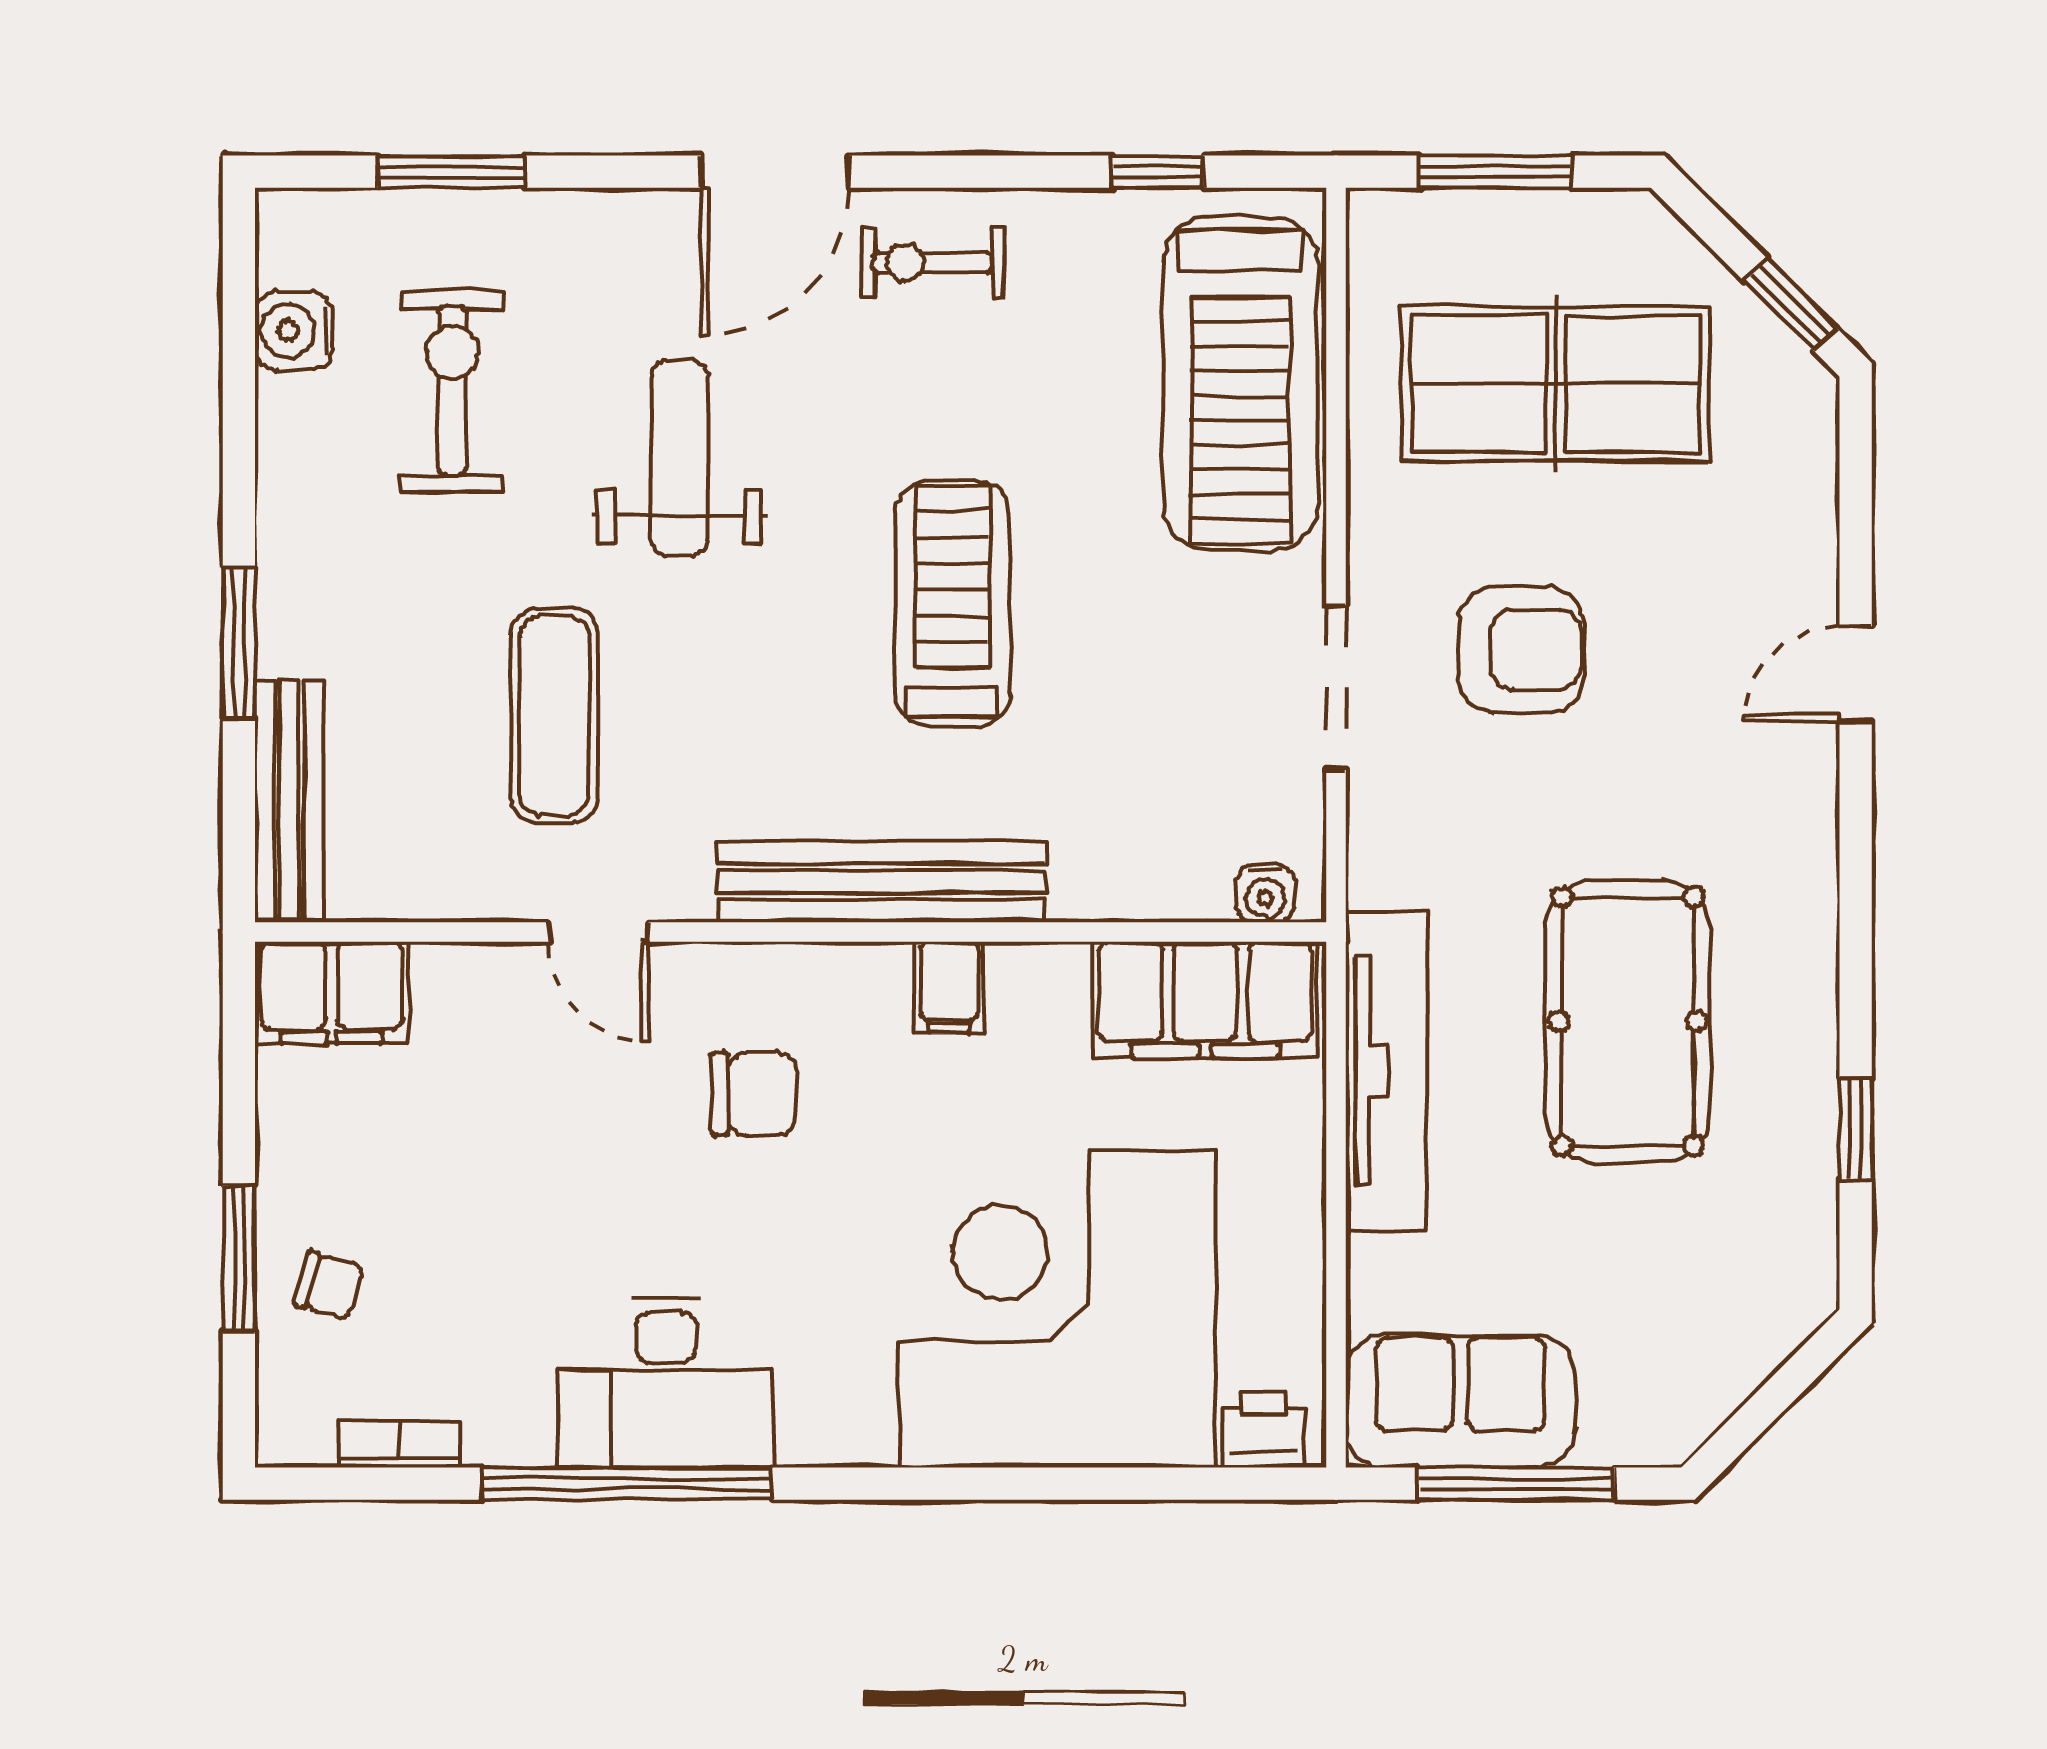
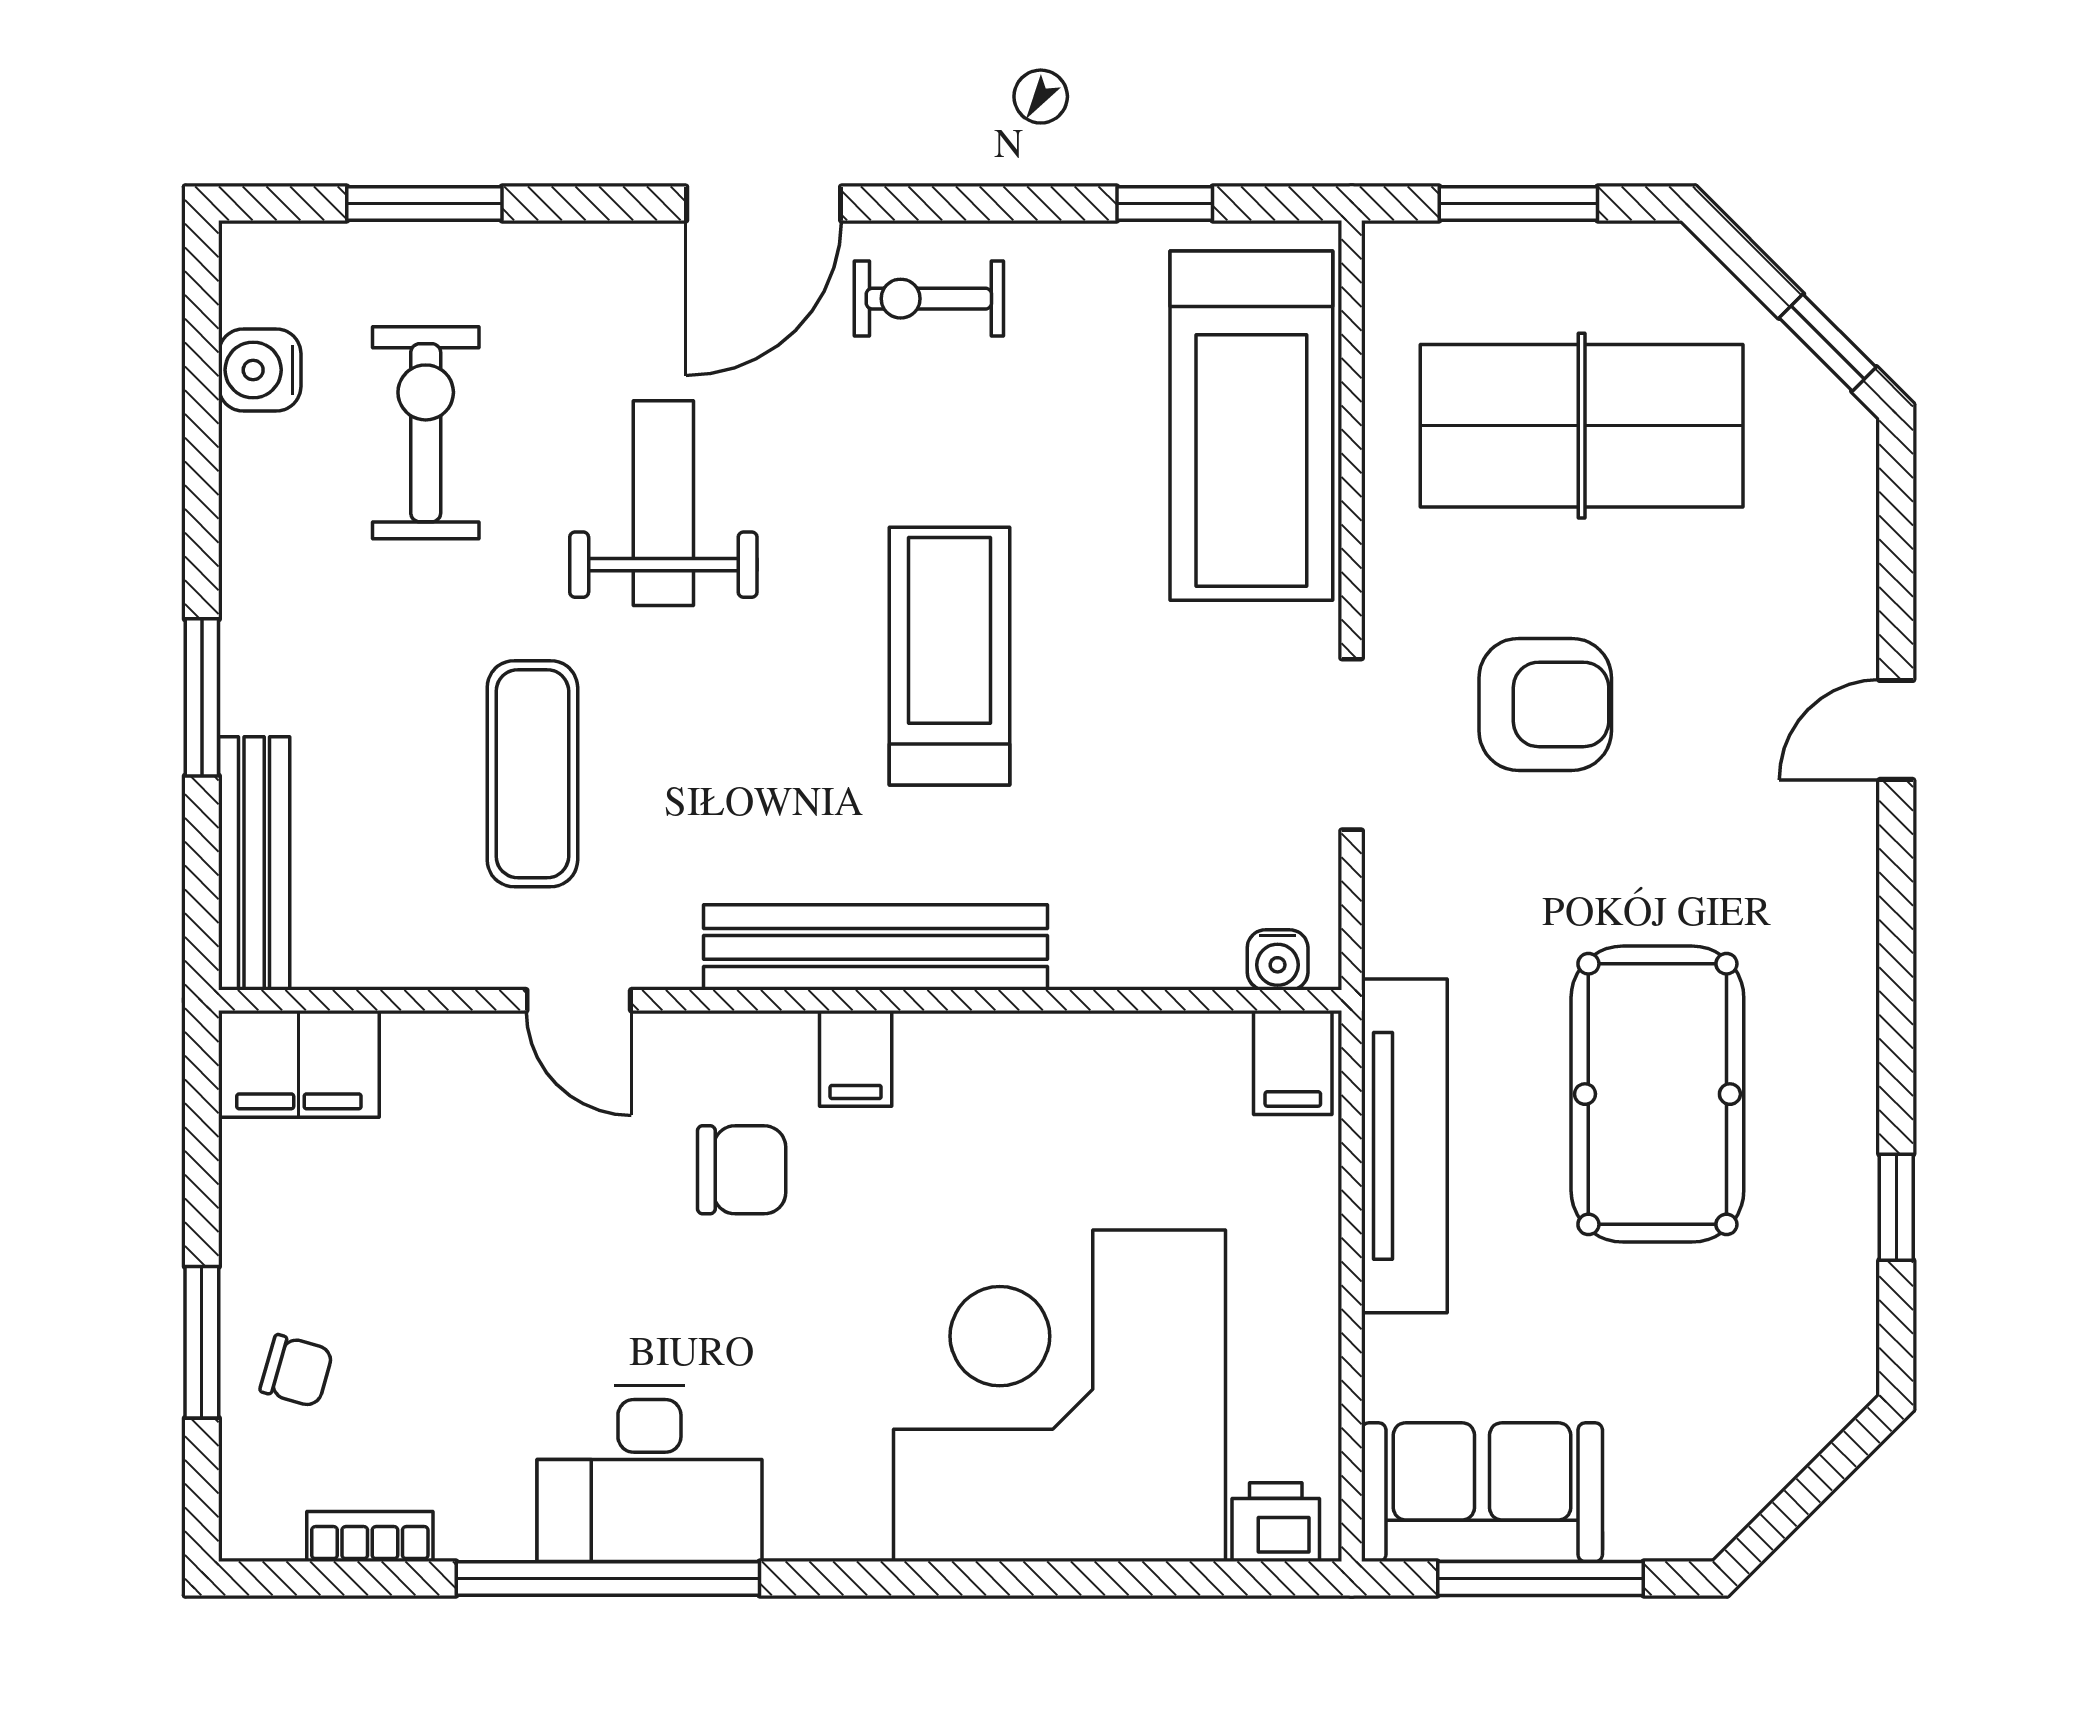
filing cabinet: (949, 987) -> (856, 1058), moved
filing cabinet: (1205, 1000) -> (1293, 1062), width x0.33, depth x0.86

